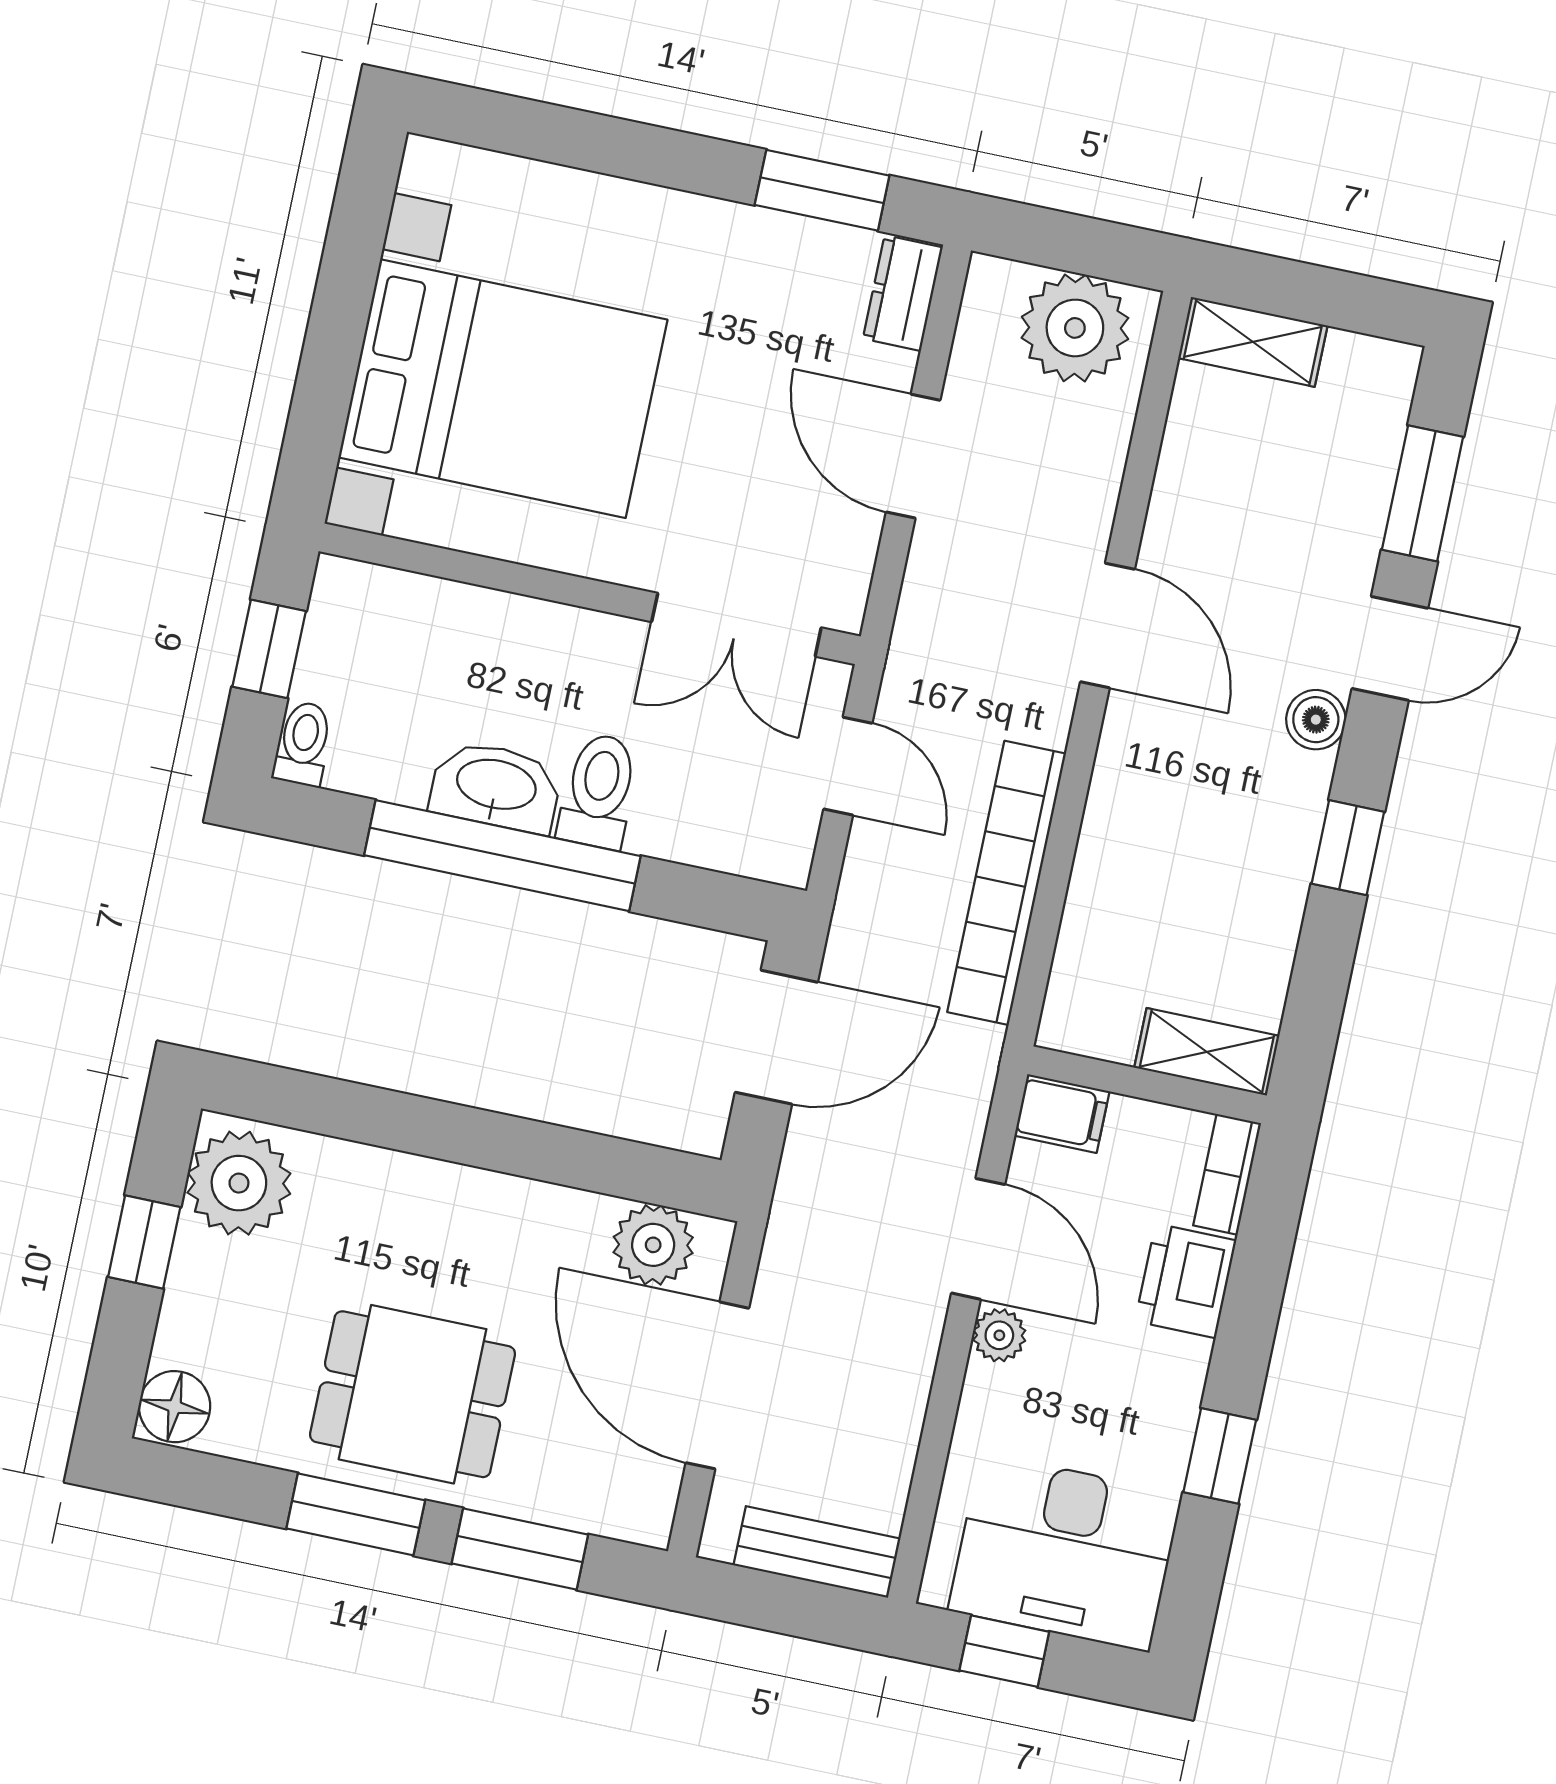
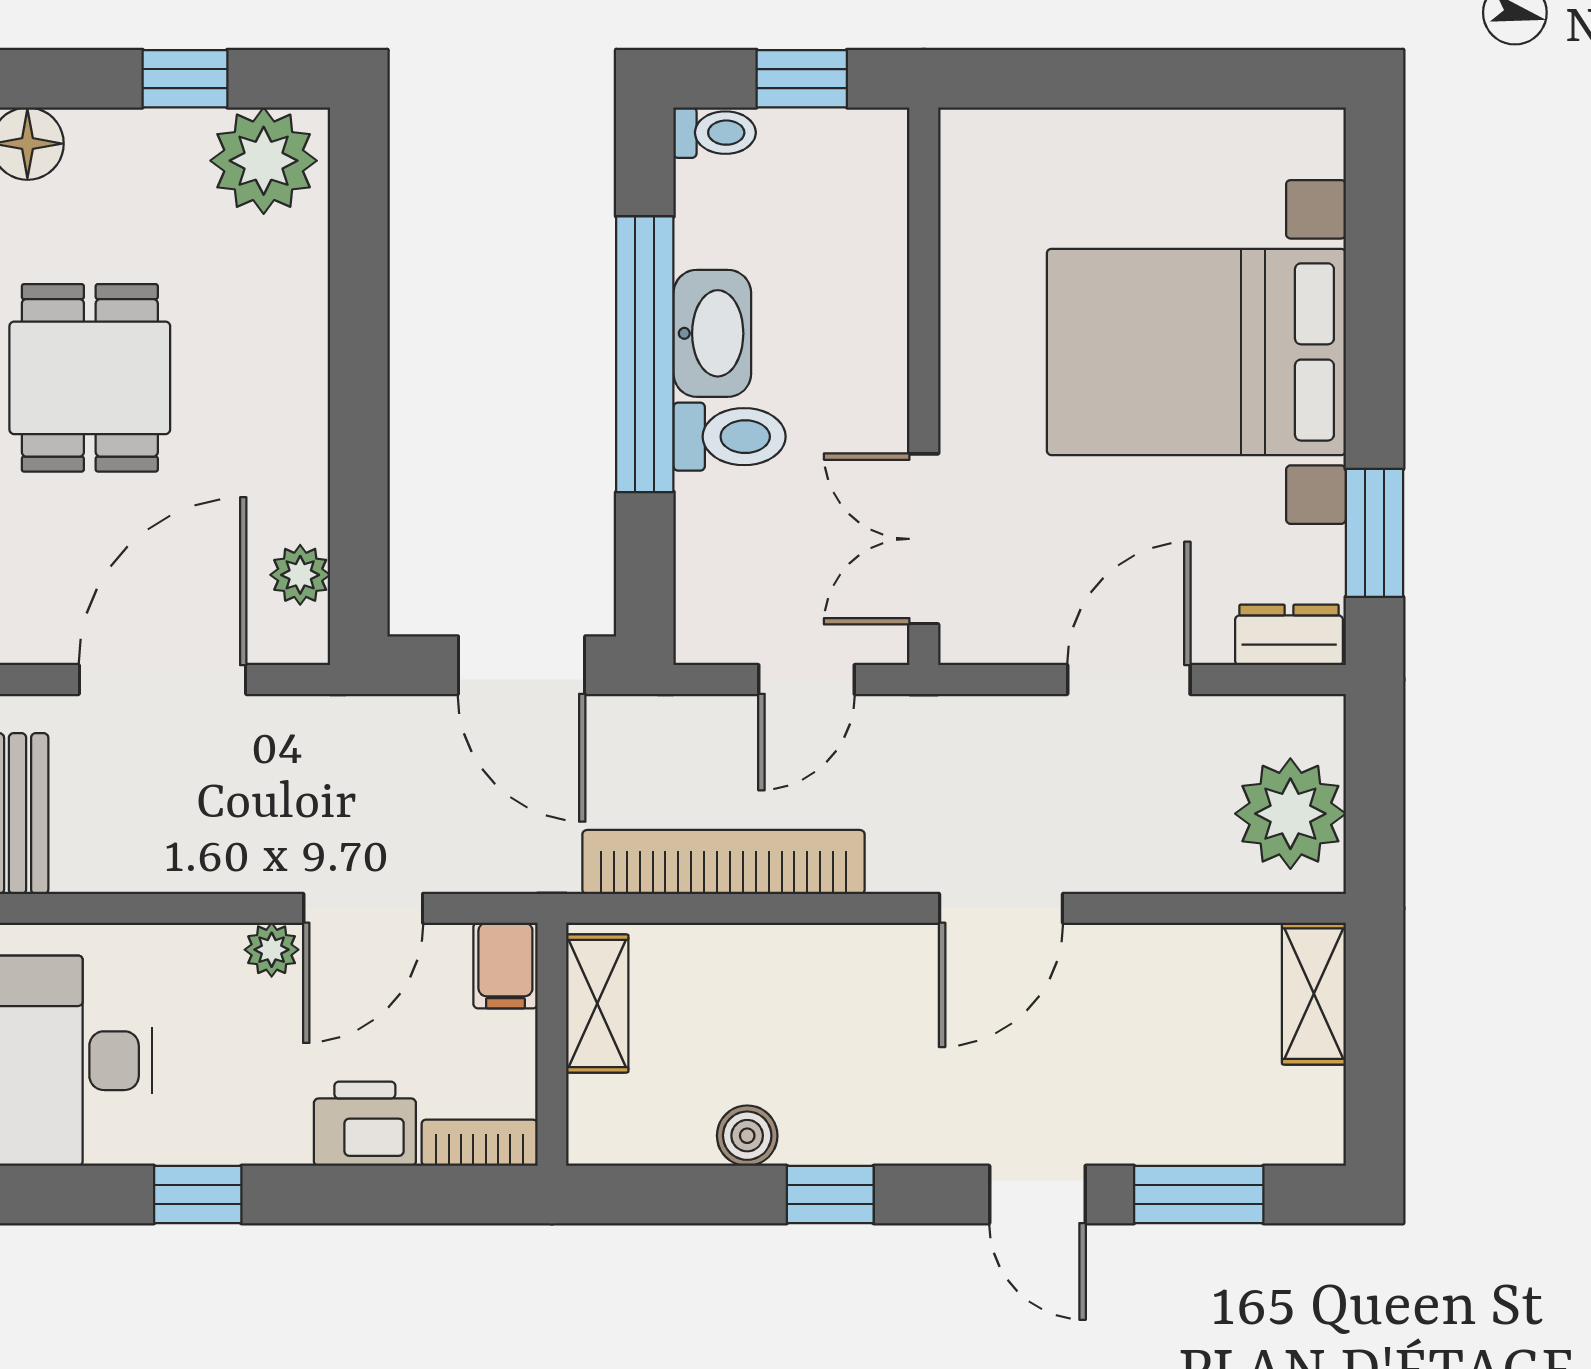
bed with nightstands: (503, 389) -> (1196, 352), moved, turned 90
boiler: (1316, 720) -> (747, 1136), moved
shelving: (1207, 1052) -> (597, 1003), moved
plant: (653, 1245) -> (300, 575), width x0.73, depth x0.73

